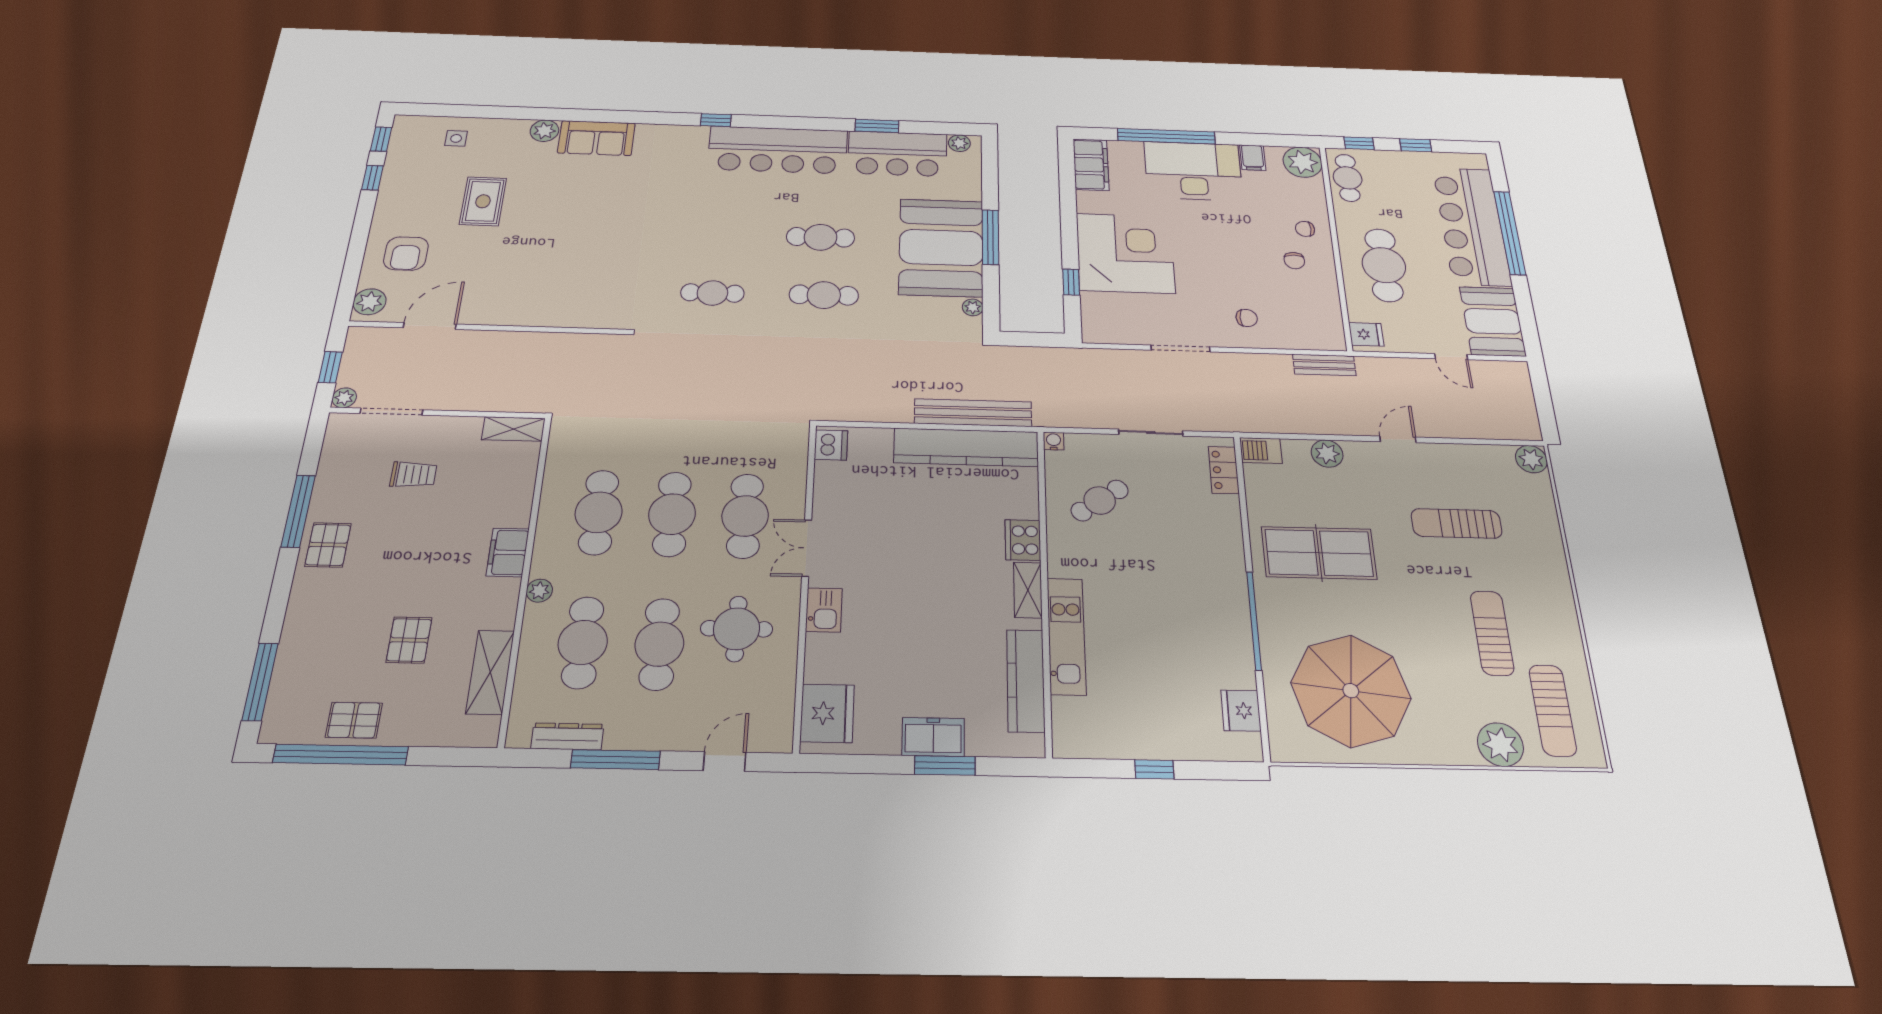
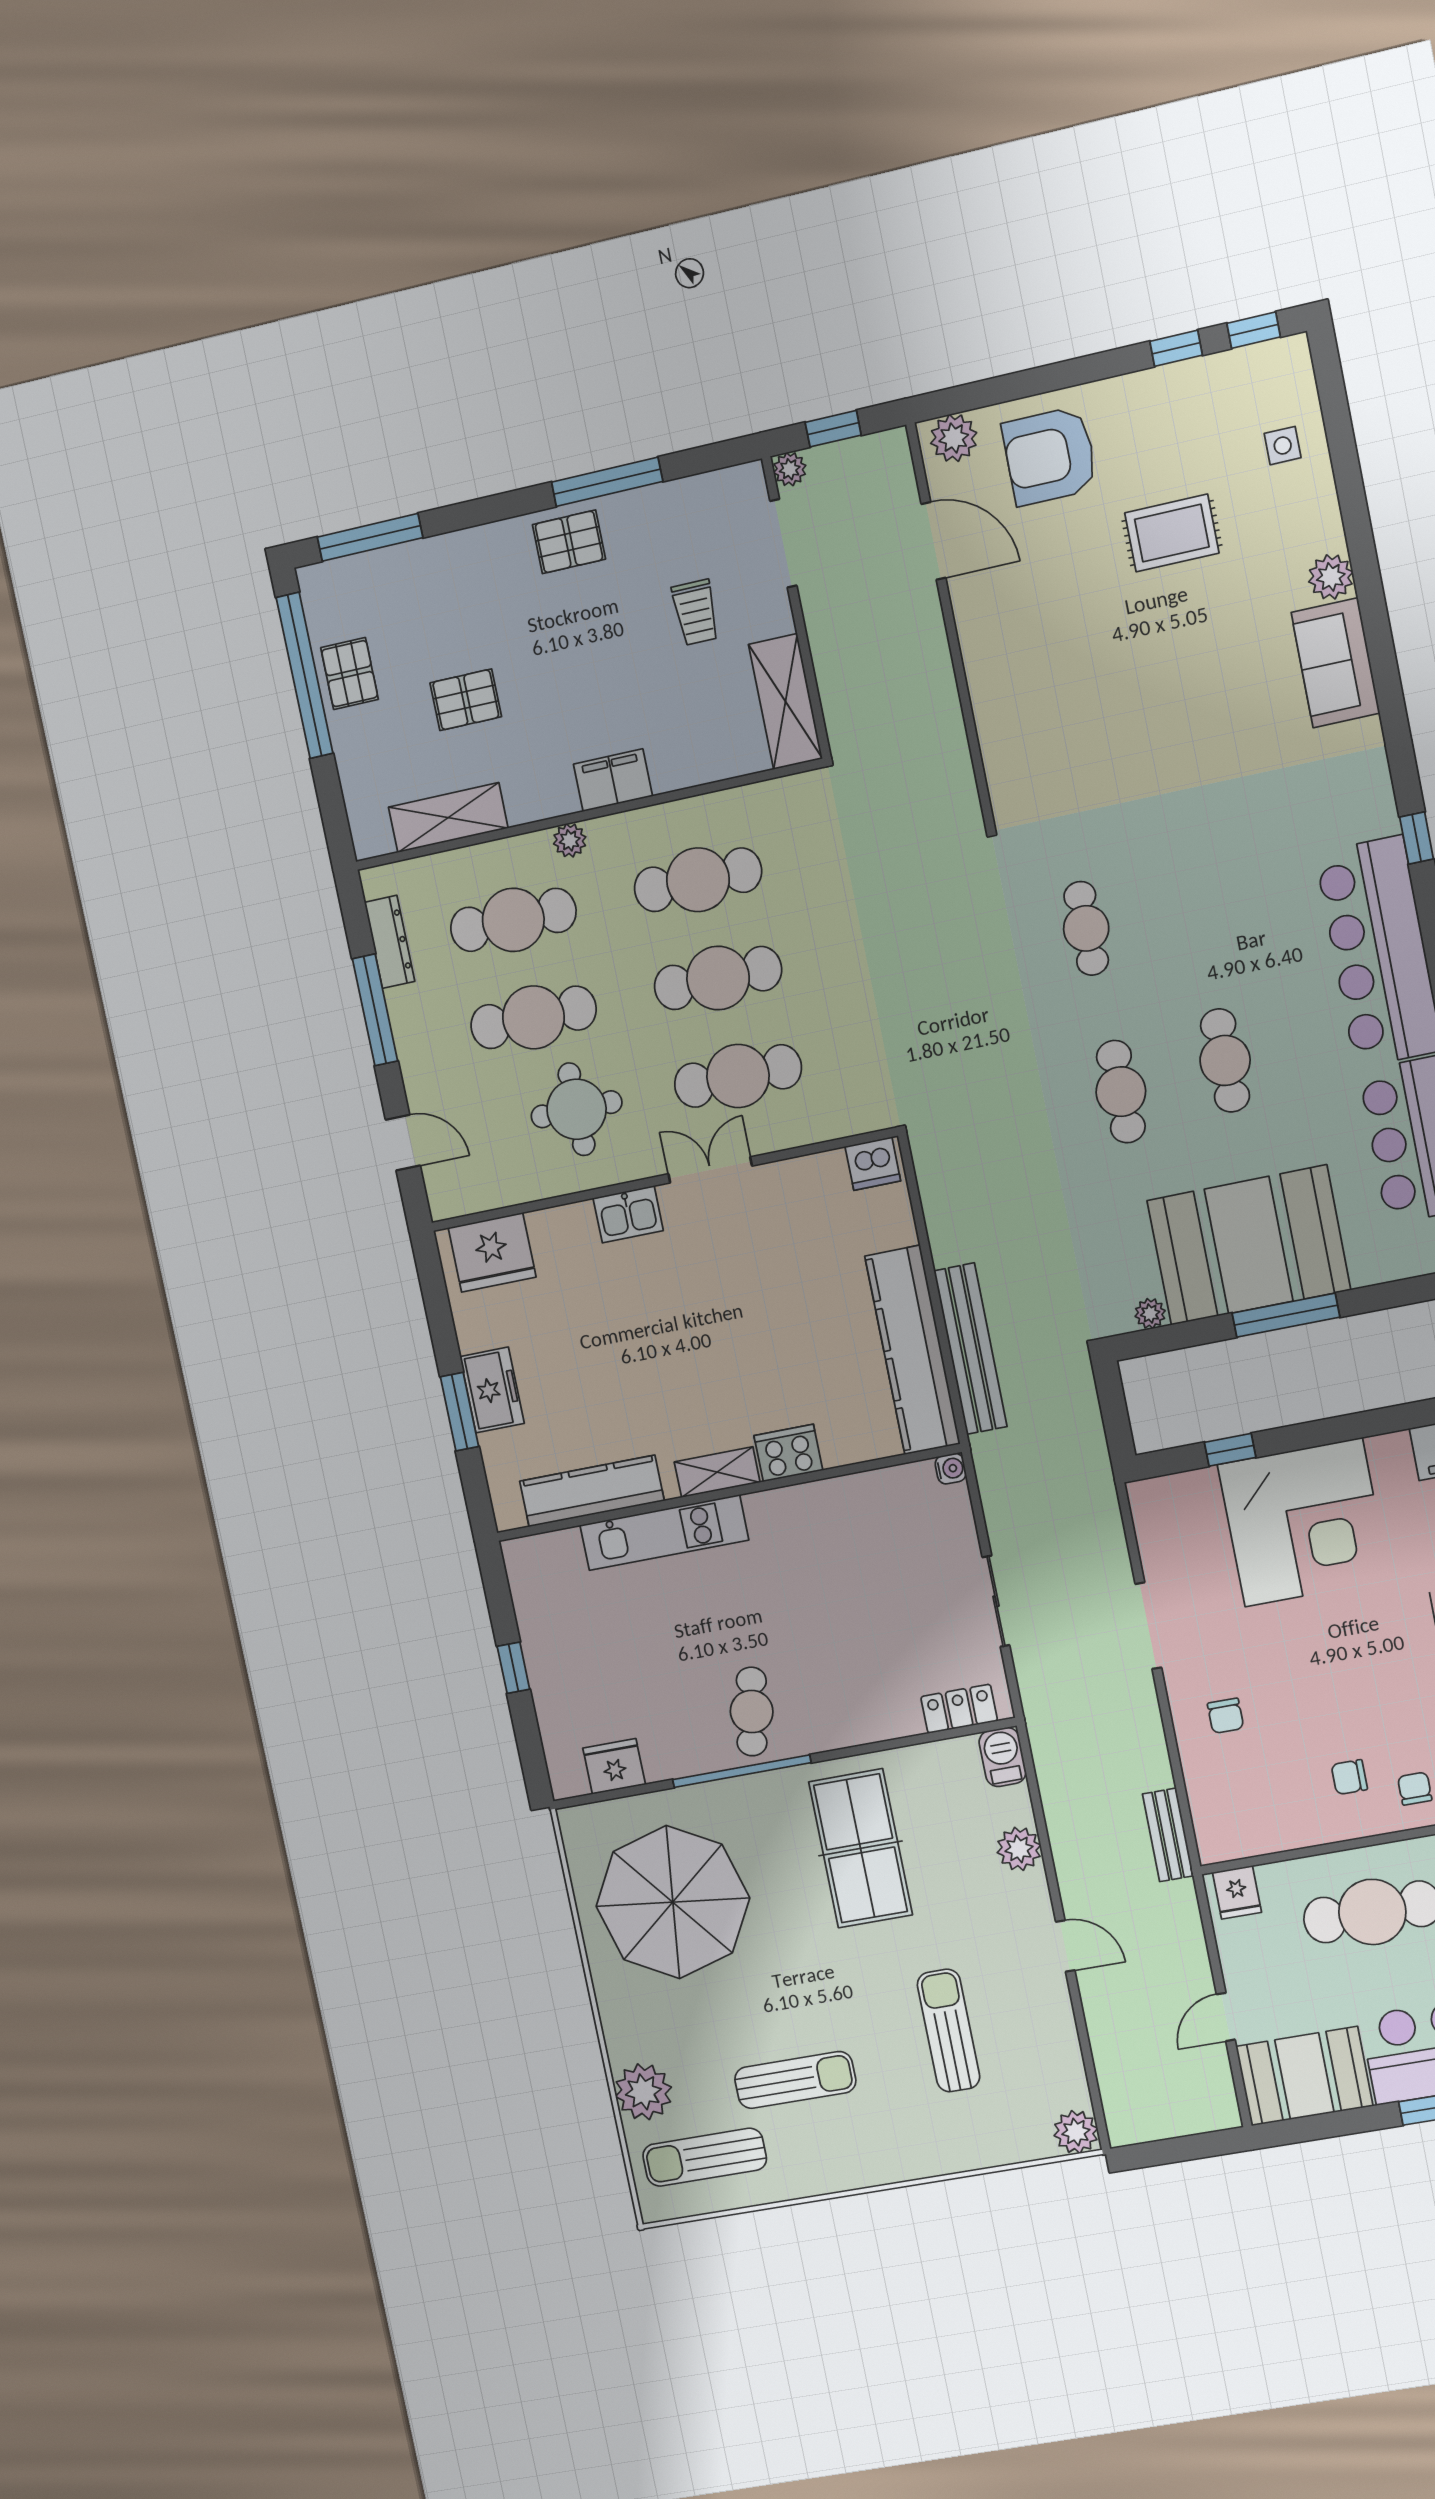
armchair: (406, 253) -> (1050, 456), width x1.36, depth x1.36
shelving: (513, 429) -> (785, 702), width x1.50, depth x1.33
cafe table: (1100, 500) -> (752, 1712), moved, turned 46

